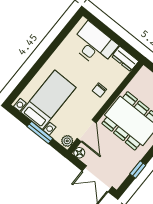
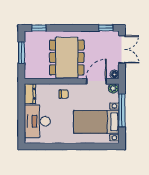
window: (40, 132) -> (122, 110), width x1.44
window: (138, 169) -> (106, 28), moved

